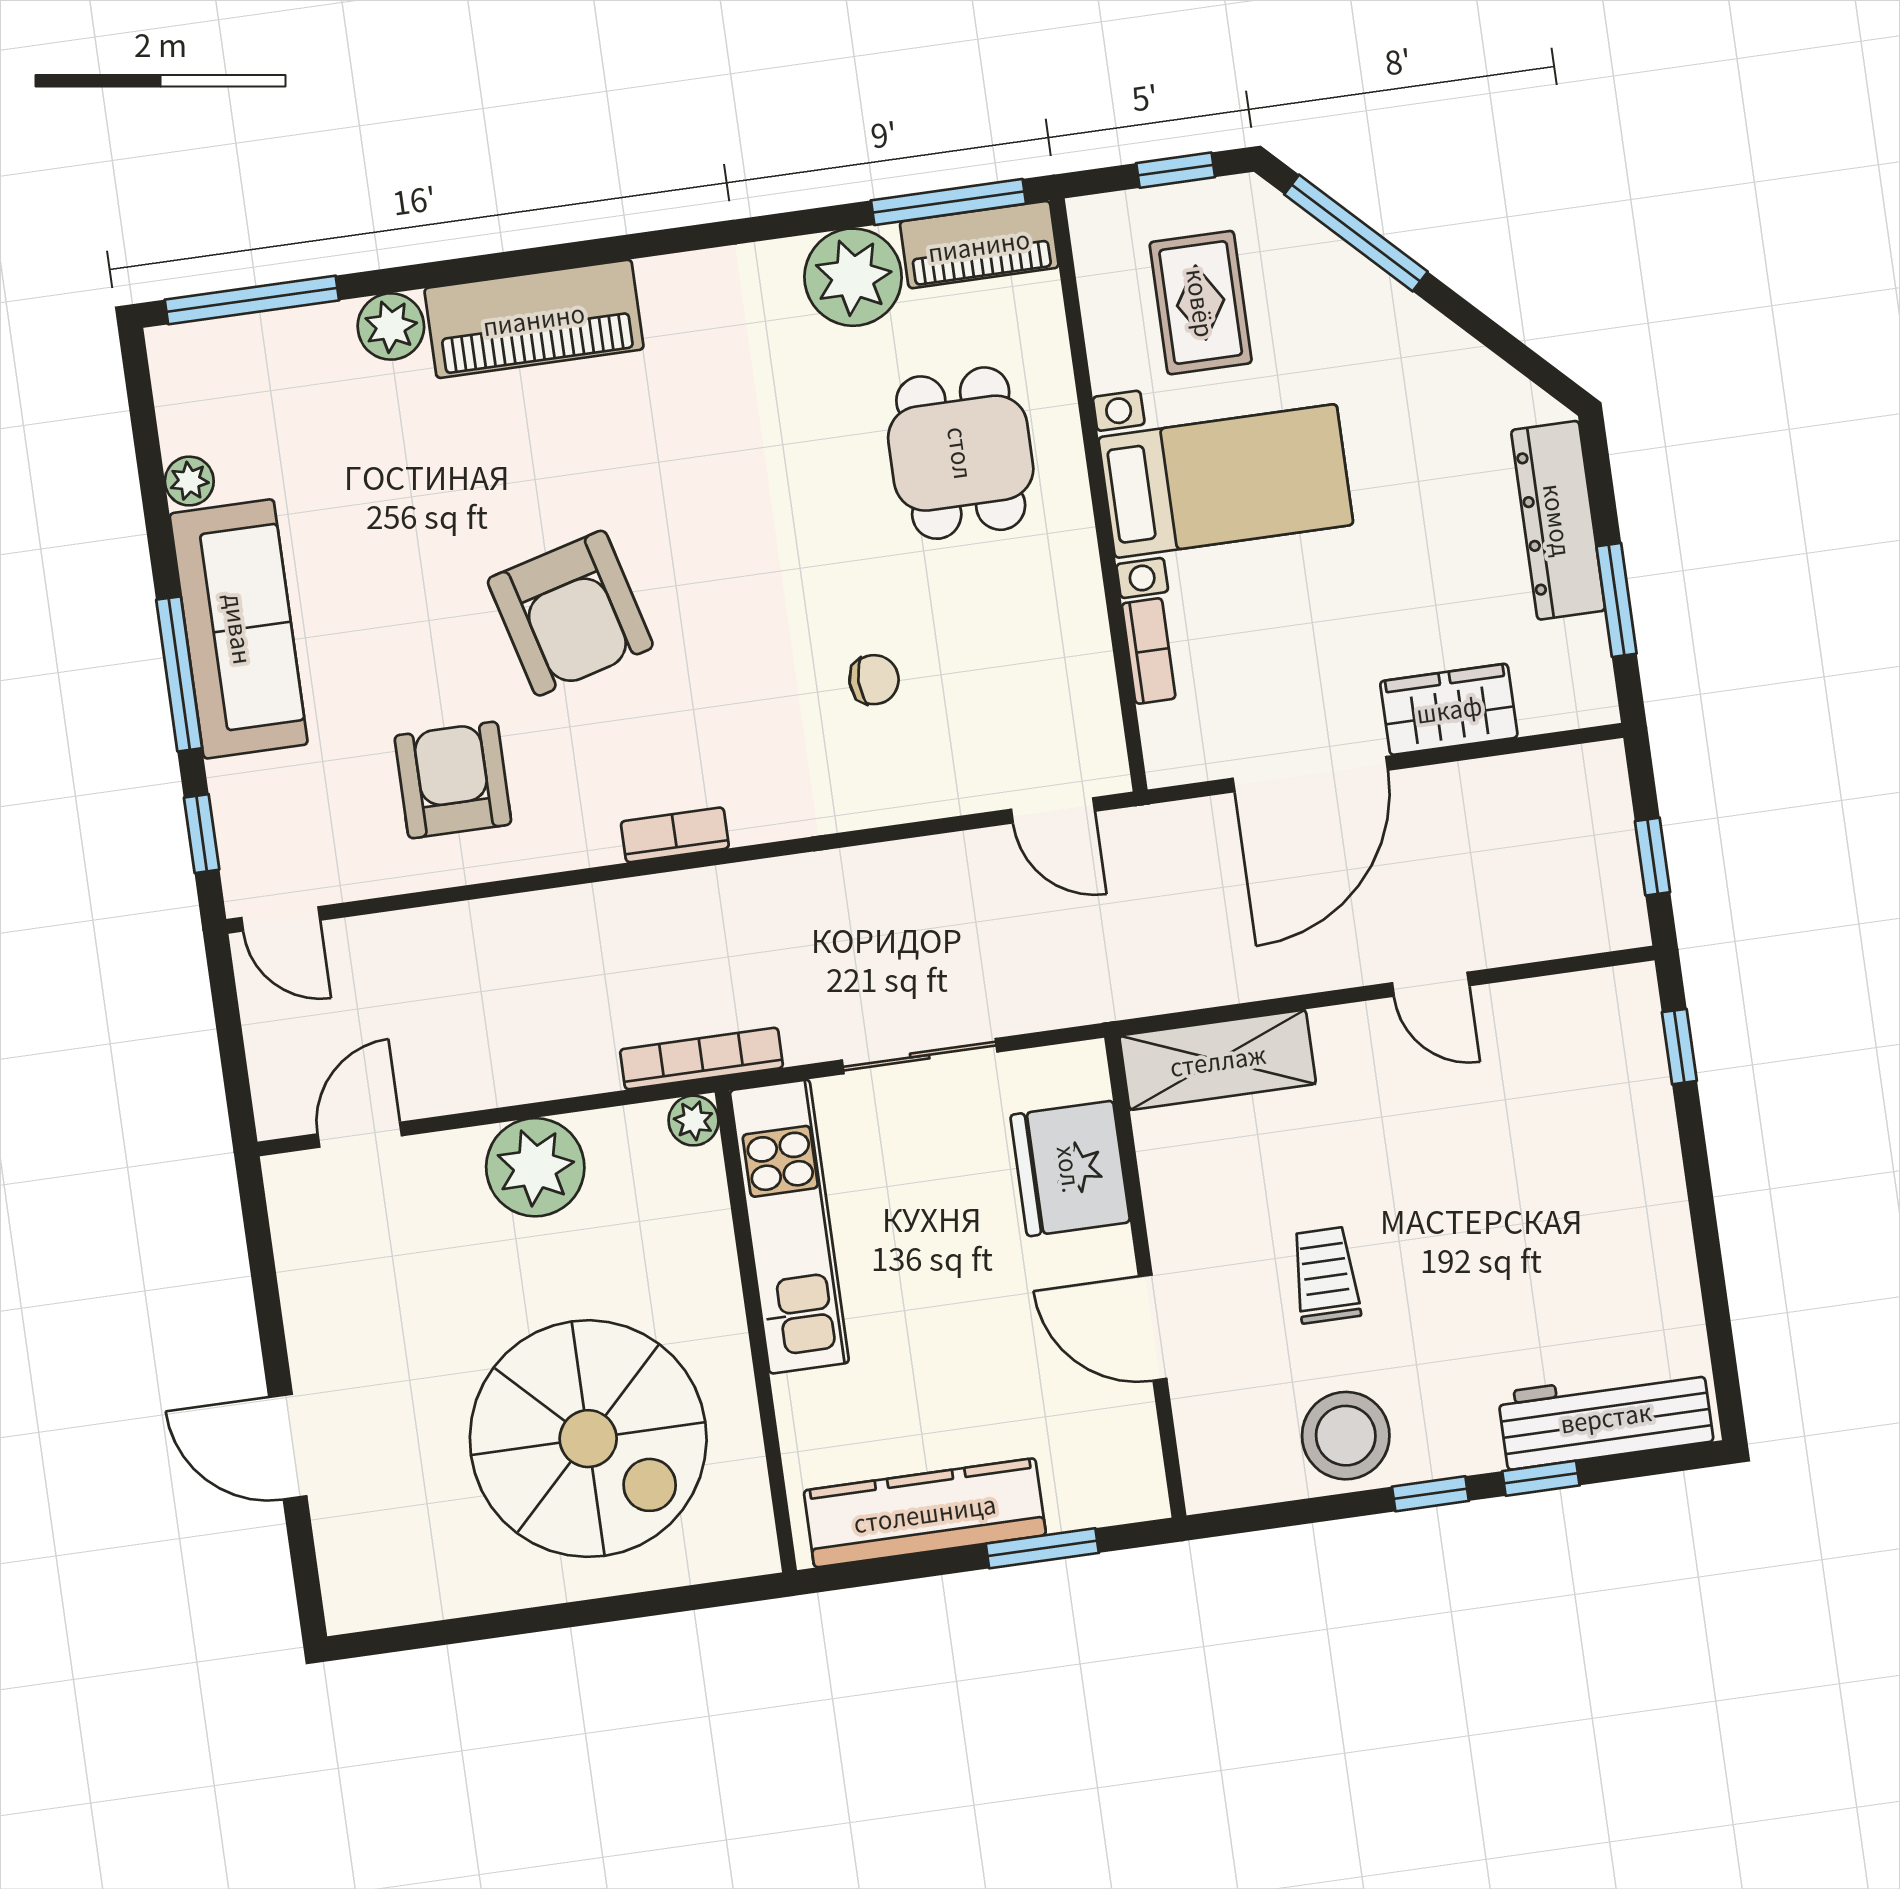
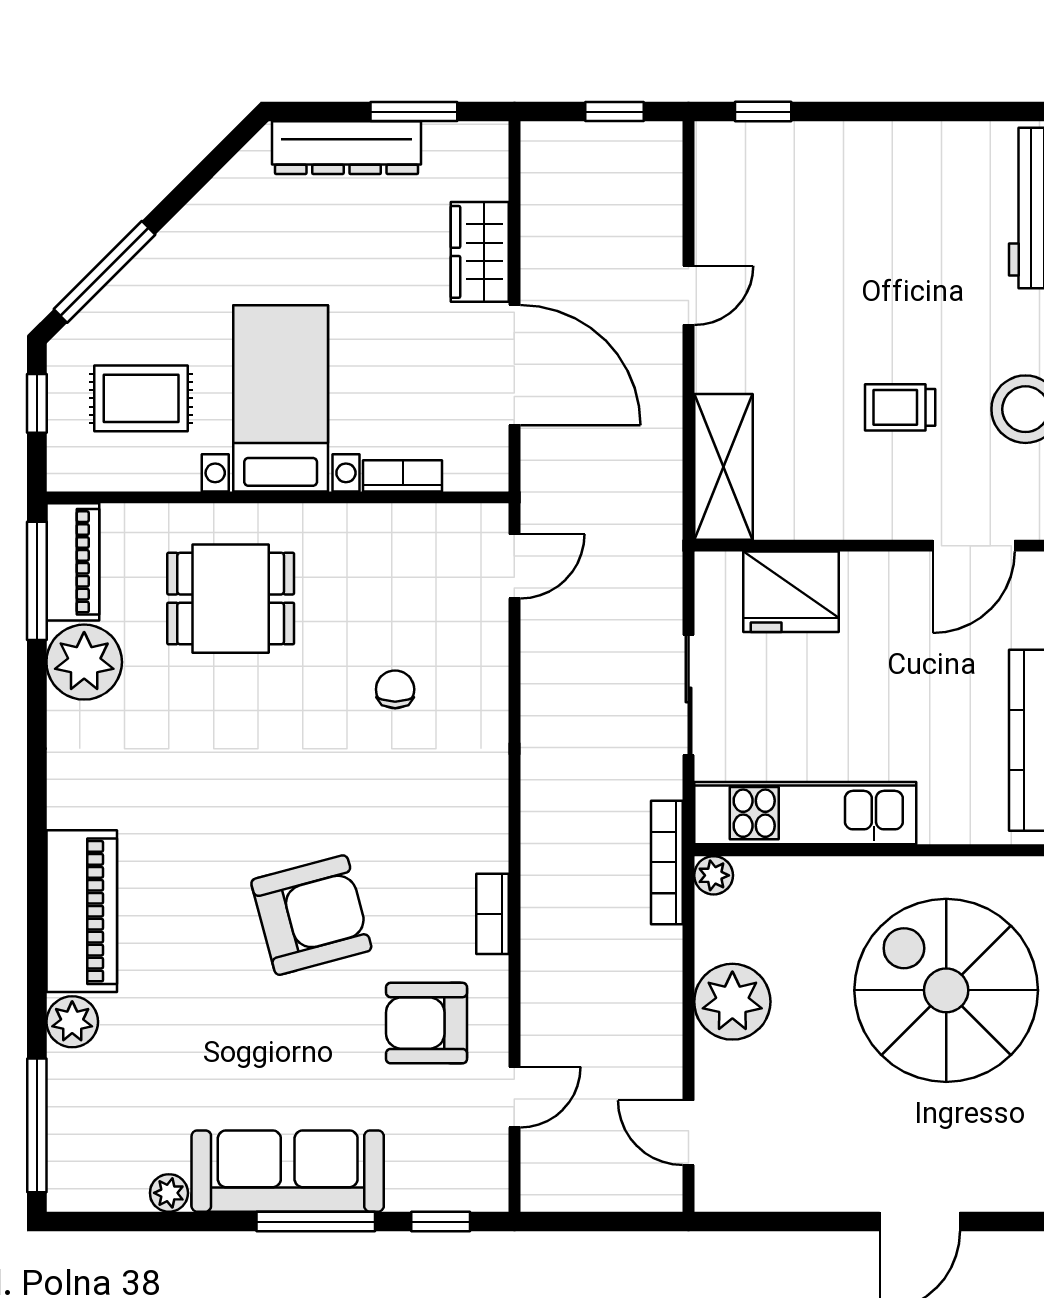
bookcase: (675, 835) -> (493, 914), moved
door: (281, 919) -> (514, 1097), moved
door: (1153, 1328) -> (974, 546), moved
spiral stairs: (588, 1439) -> (946, 990), turned -90

